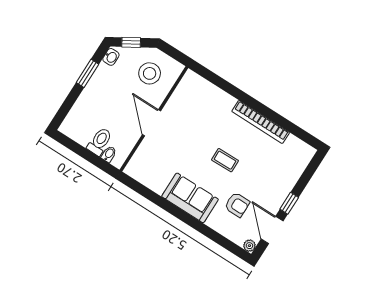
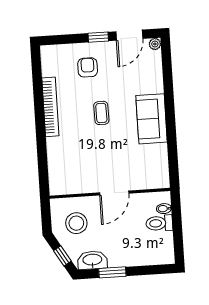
washbasin: (111, 57) -> (92, 260), width x1.91, depth x1.45
armchair: (237, 205) -> (88, 67), moved

